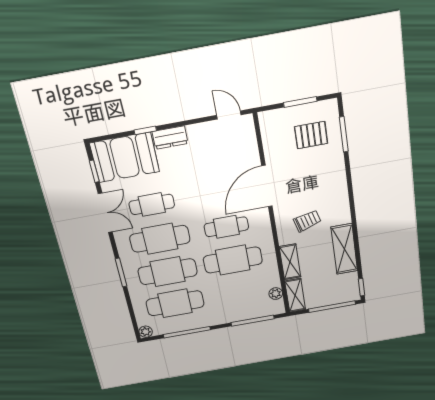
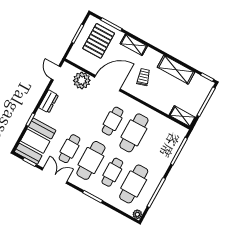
door: (229, 115) -> (56, 73), hinge flipped
pallet: (311, 135) -> (99, 41), width x1.50, depth x1.42
dresser: (170, 138) -> (49, 101), moved
door: (267, 186) -> (107, 83), swing flipped
shelving: (290, 262) -> (134, 45), moved
cafe table: (168, 272) -> (112, 172), width x0.73, depth x0.74
plant: (276, 294) -> (82, 80), moved, width x1.88, depth x1.88

